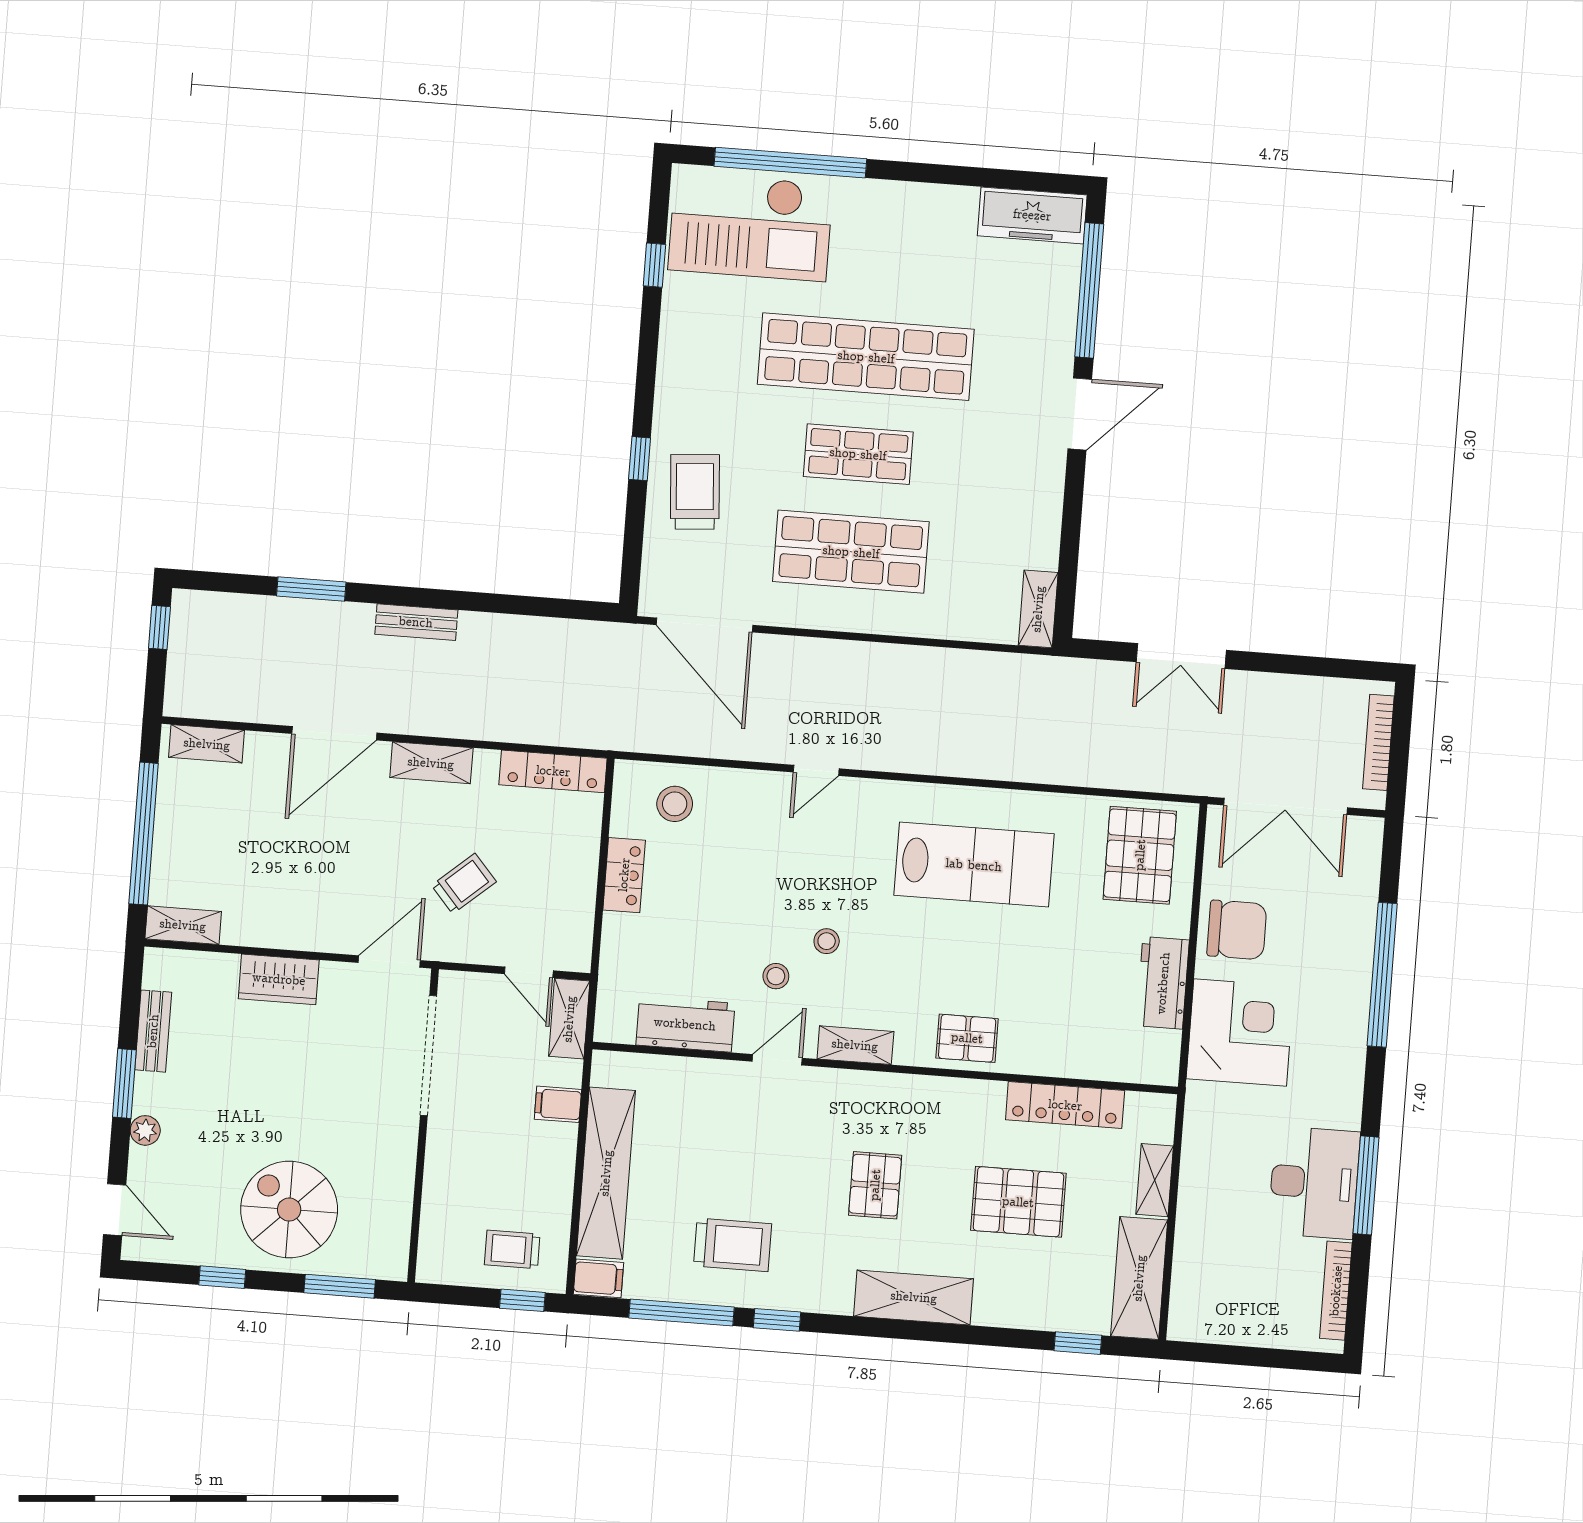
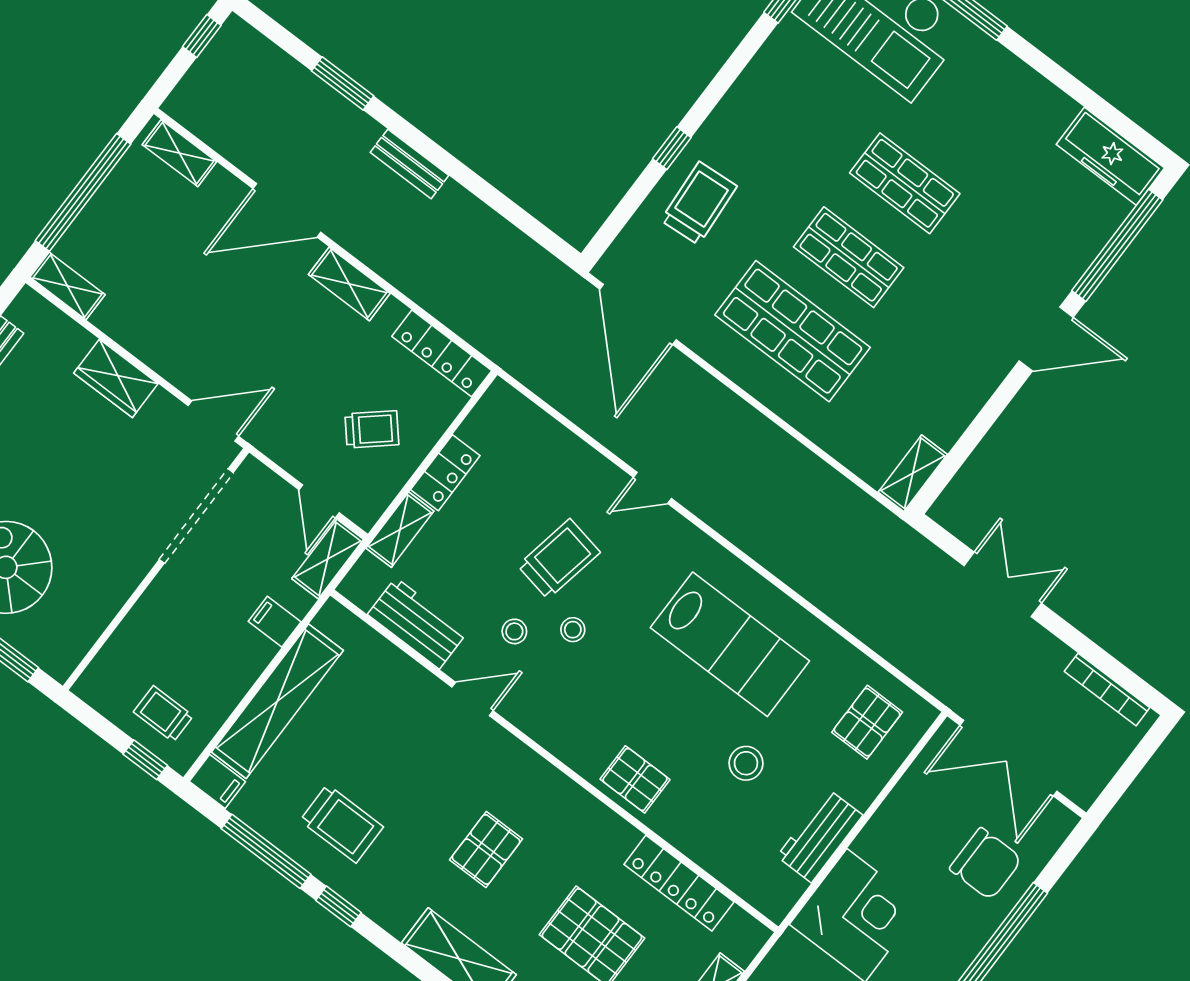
shop shelf: (866, 357) -> (905, 183), width x0.50, depth x0.74
double door: (1181, 656) -> (1003, 584), swing flipped
bookcase: (1378, 742) -> (1107, 689), moved, turned -90
stool: (675, 804) -> (746, 763), moved
pallet: (1140, 855) -> (867, 722), width x0.67, depth x0.71
trolley: (464, 884) -> (372, 429), moved
trolley: (774, 887) -> (559, 559), added
chair: (1237, 930) -> (986, 864), moved
shelving: (855, 1045) -> (400, 530), moved, turned 90

